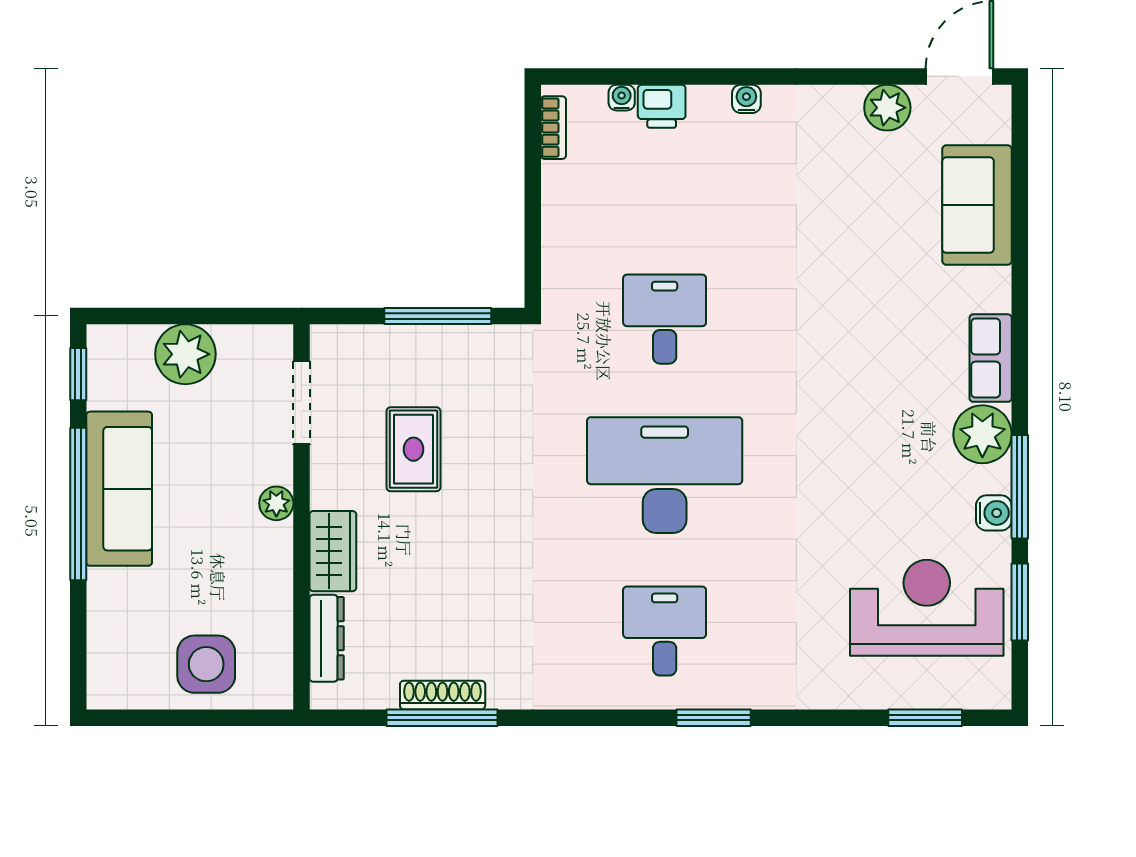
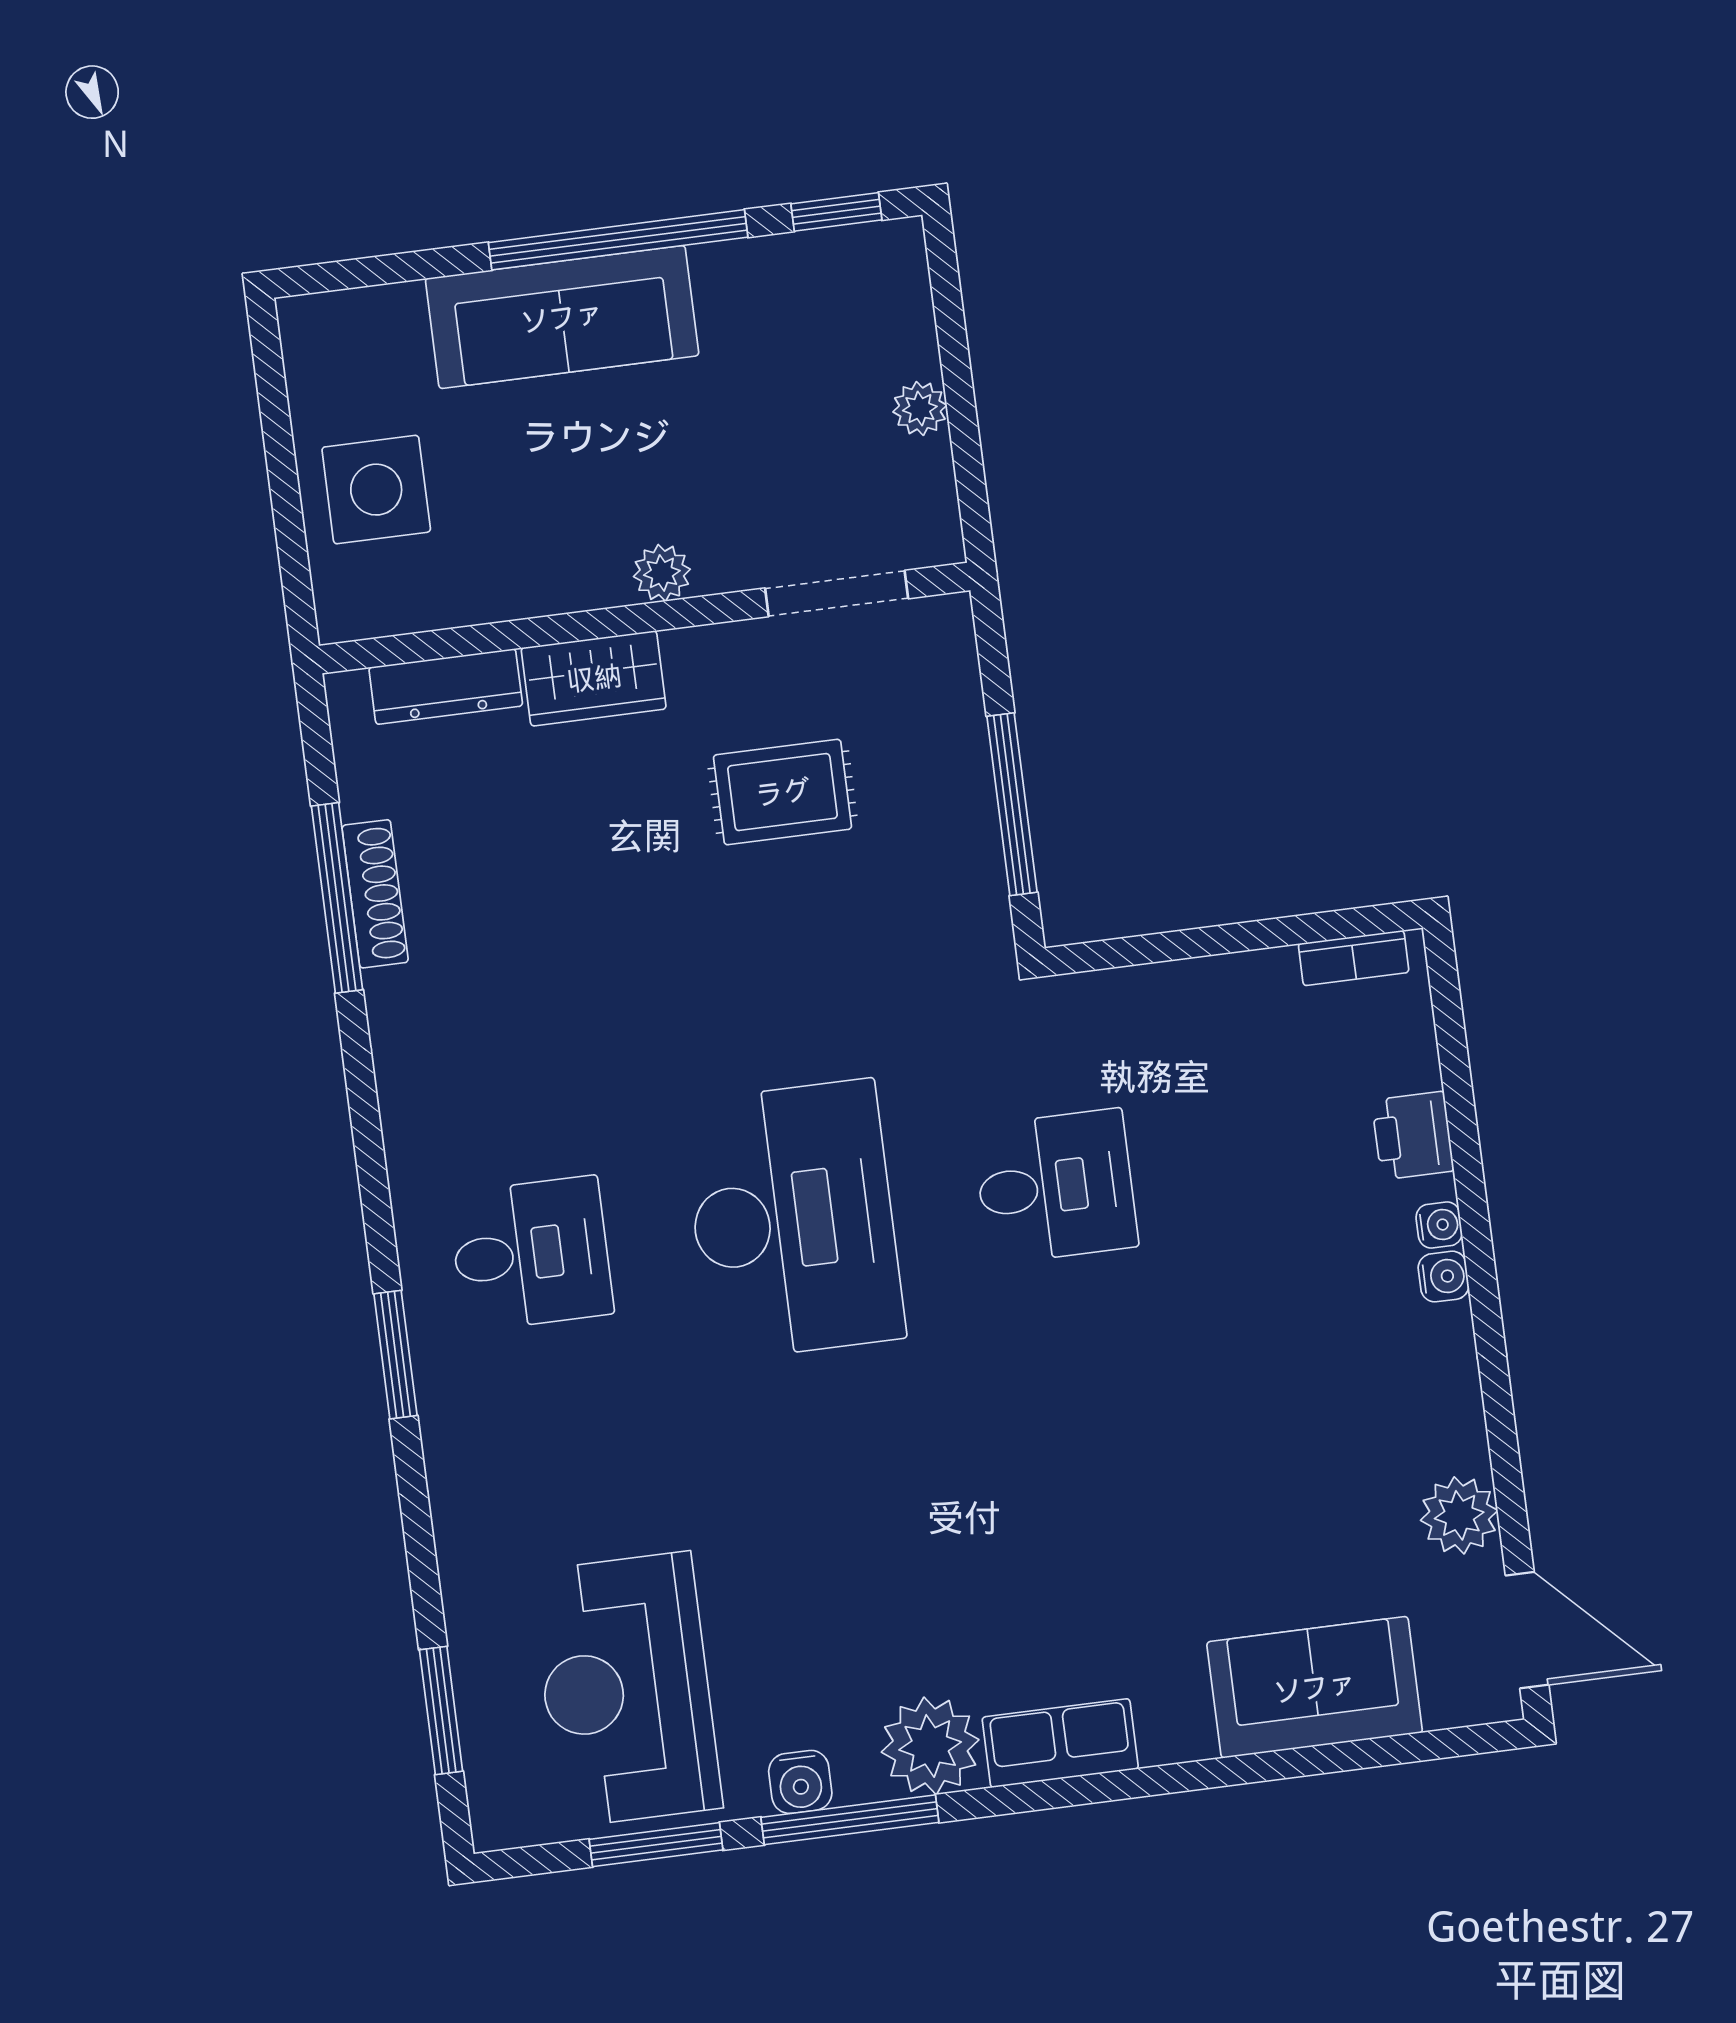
water cooler: (622, 98) -> (1439, 1225), moved
plant: (185, 354) -> (920, 409), width x0.53, depth x0.53
sofa: (119, 489) -> (562, 317), moved
reception desk: (927, 608) -> (626, 1690), turned 180

